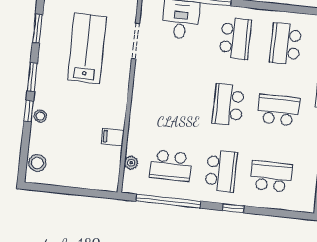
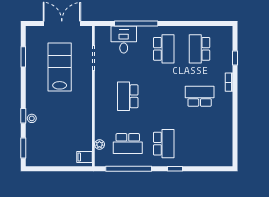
window: (32, 77) -> (23, 148), moved
school desk: (228, 105) -> (128, 96), moved
filing cabinet: (113, 137) -> (85, 157), moved
stool: (37, 163) -> (33, 152), removed
school desk: (271, 176) -> (200, 144), removed

